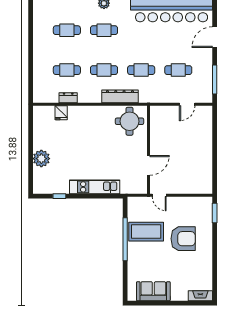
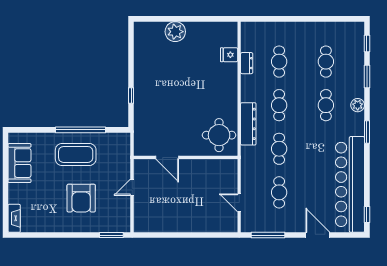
kitchen unit: (95, 187) -> (142, 94), removed
door: (159, 195) -> (132, 187), moved
window: (59, 196) -> (131, 95), moved
coffee table: (146, 232) -> (76, 154), moved, turned 90

